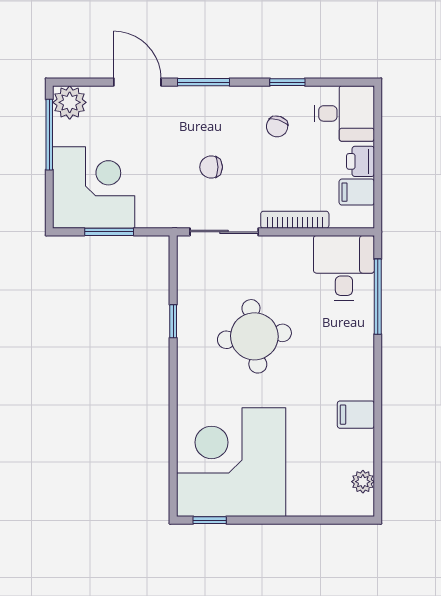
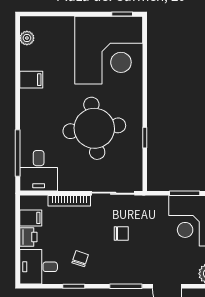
round table: (254, 336) -> (94, 128), width x1.36, depth x1.36

